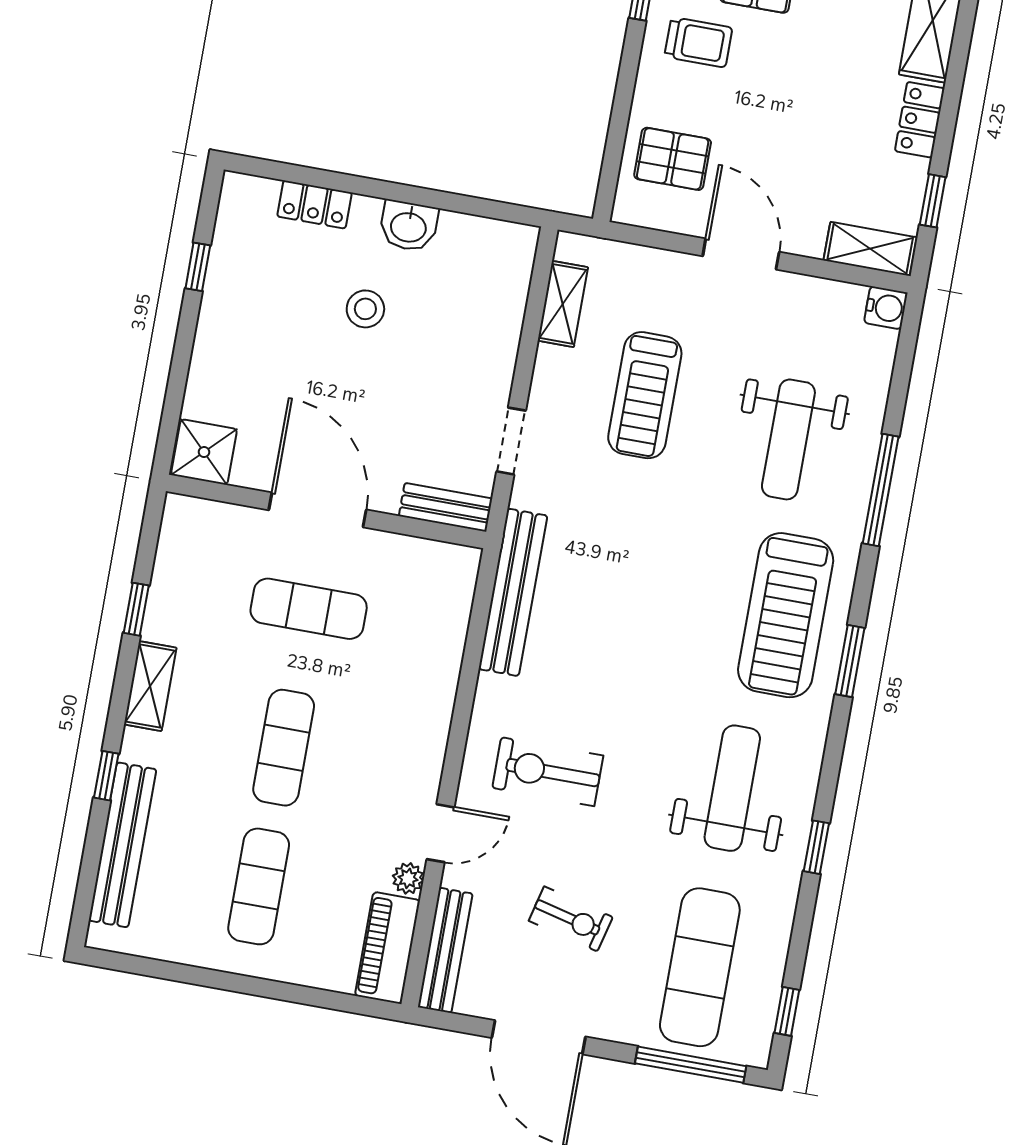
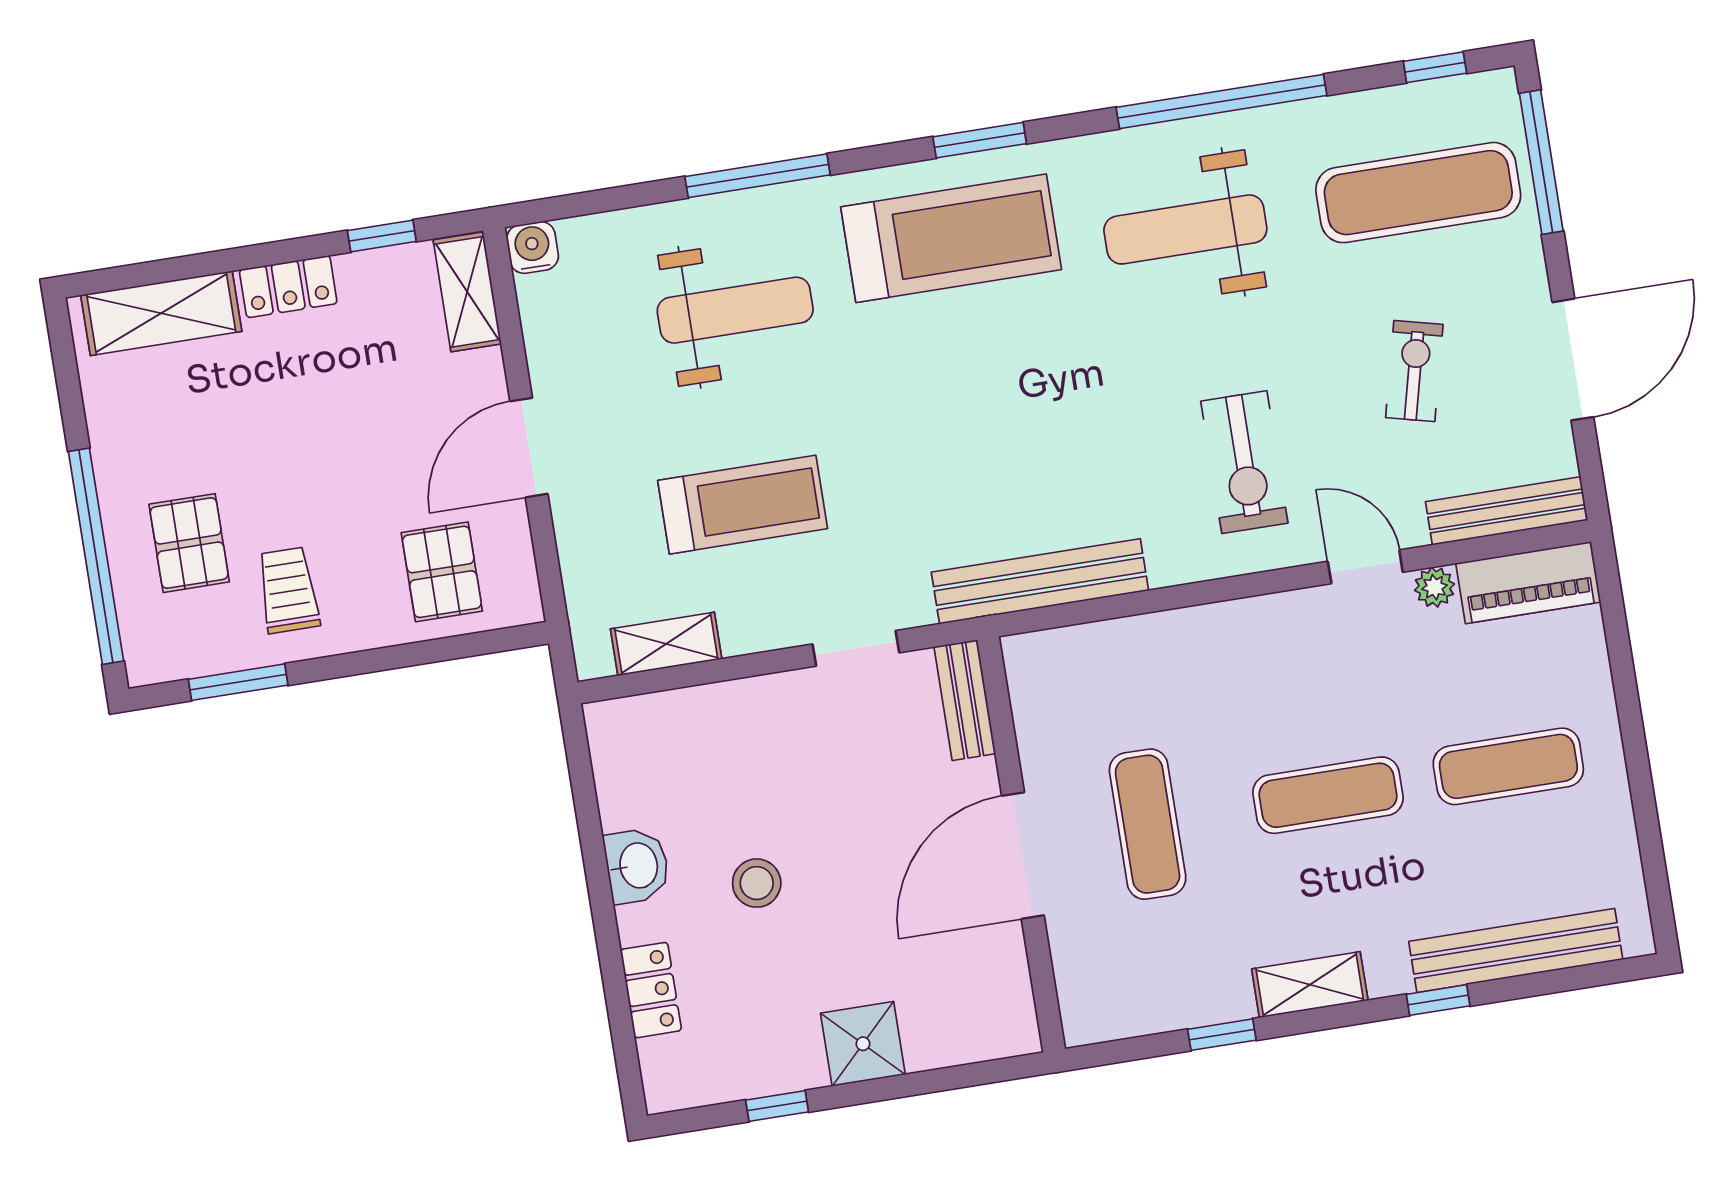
shower: (204, 452) -> (863, 1044), moved
window: (816, 847) -> (1222, 101), width x3.17

